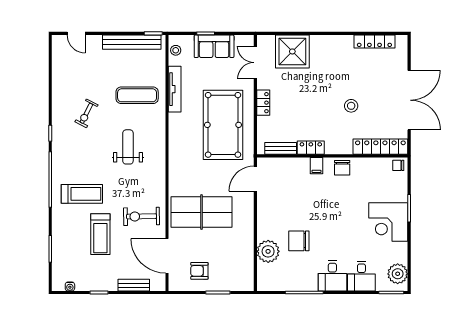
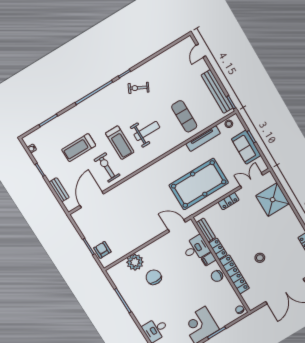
exercise bike: (86, 113) -> (139, 88), moved
locker: (380, 147) -> (234, 274), moved
treadmill: (82, 194) -> (120, 143), moved
table tennis table: (201, 212) -> (134, 204), removed
armchair: (199, 271) -> (102, 250), moved
desk: (332, 276) -> (196, 248), moved, turned 180

